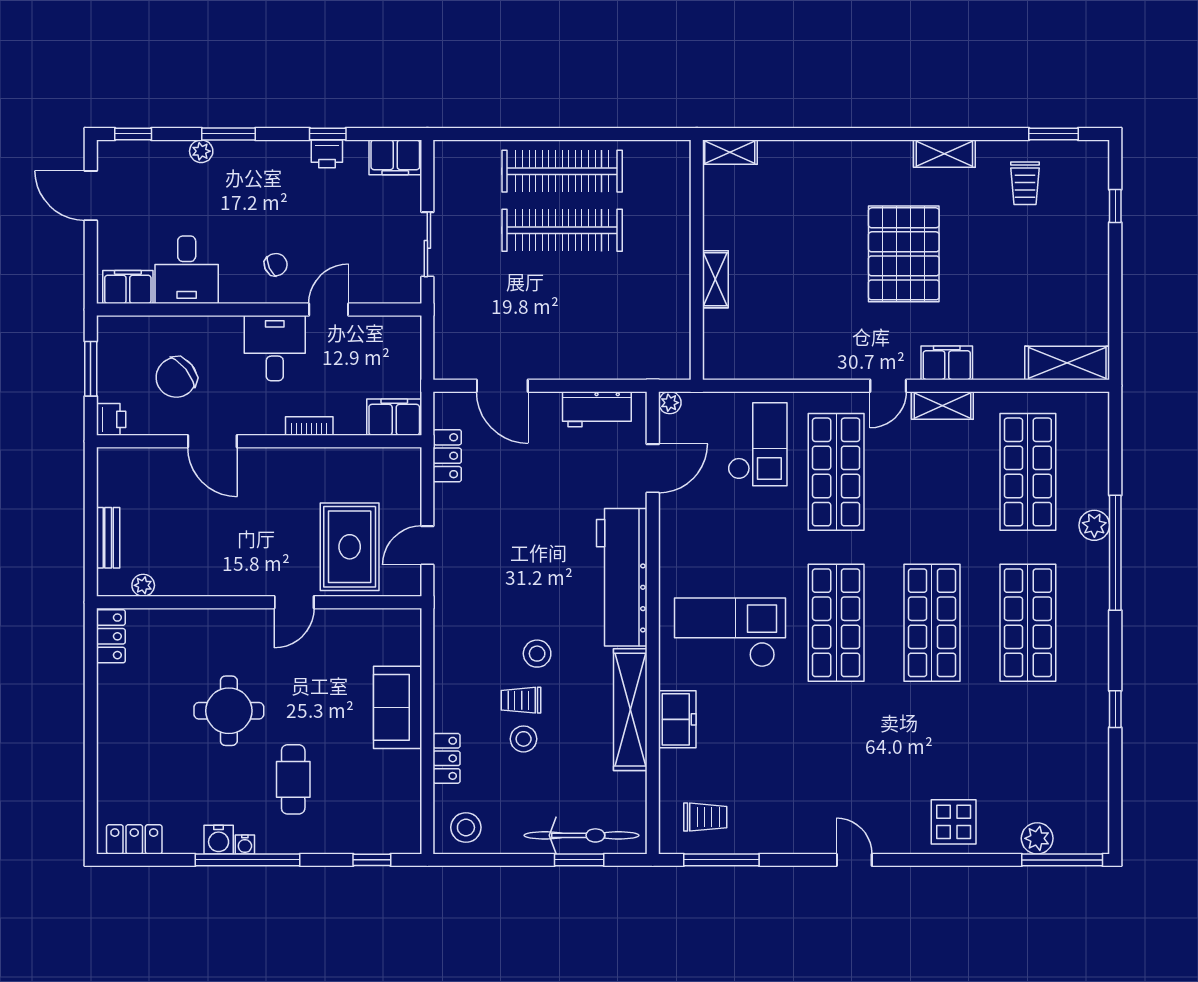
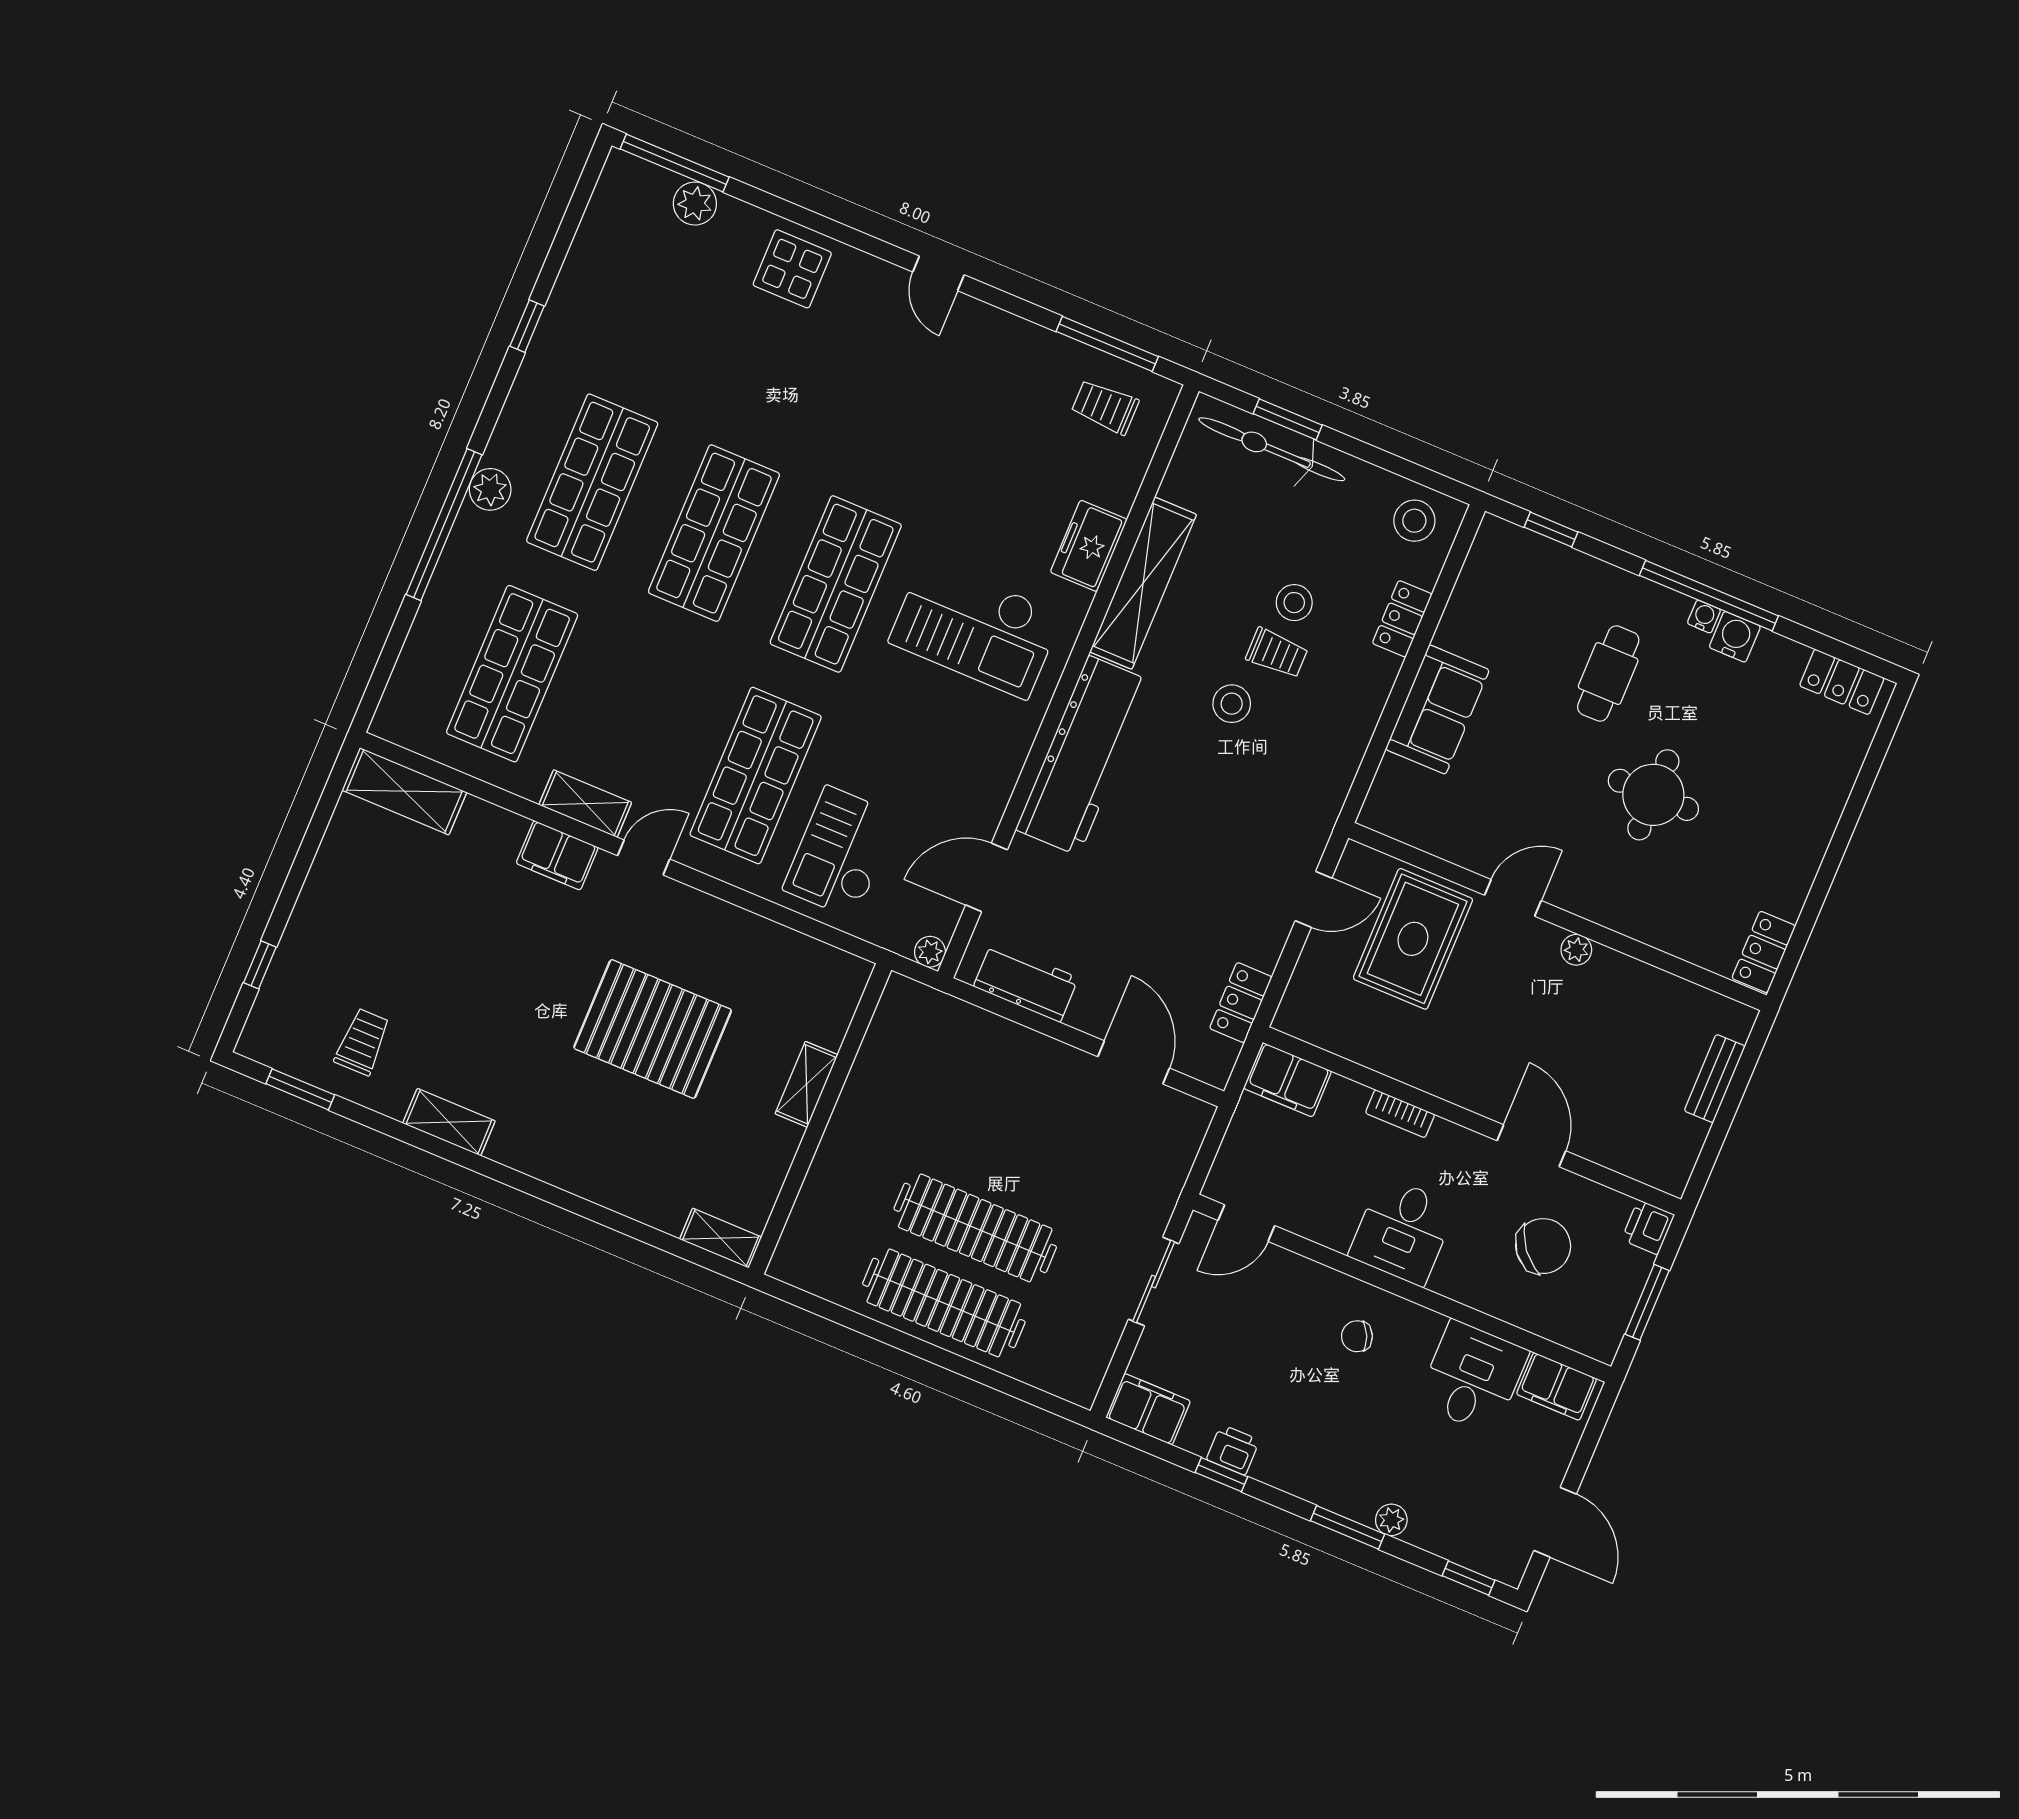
pallet: (904, 254) -> (653, 1029), moved, turned 90
door: (329, 310) -> (1246, 1223), moved
plant: (1094, 525) -> (490, 489), moved
plant: (143, 585) -> (1576, 950), moved

